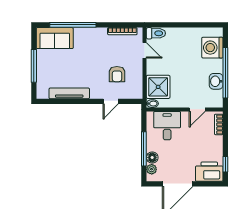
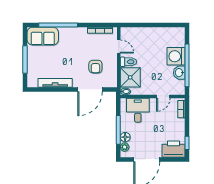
toilet: (156, 33) -> (128, 62), moved
washing machine: (212, 48) -> (176, 56), moved
door: (111, 101) -> (90, 90), width x1.87

